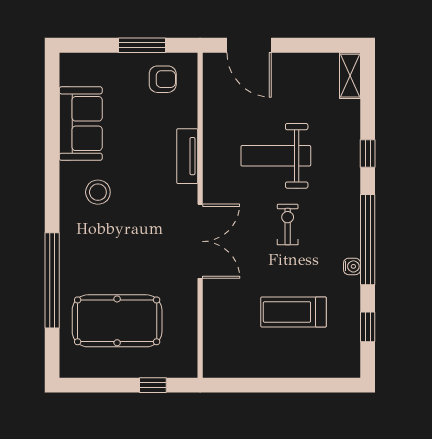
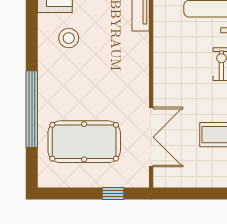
double door: (200, 241) -> (151, 137), moved

